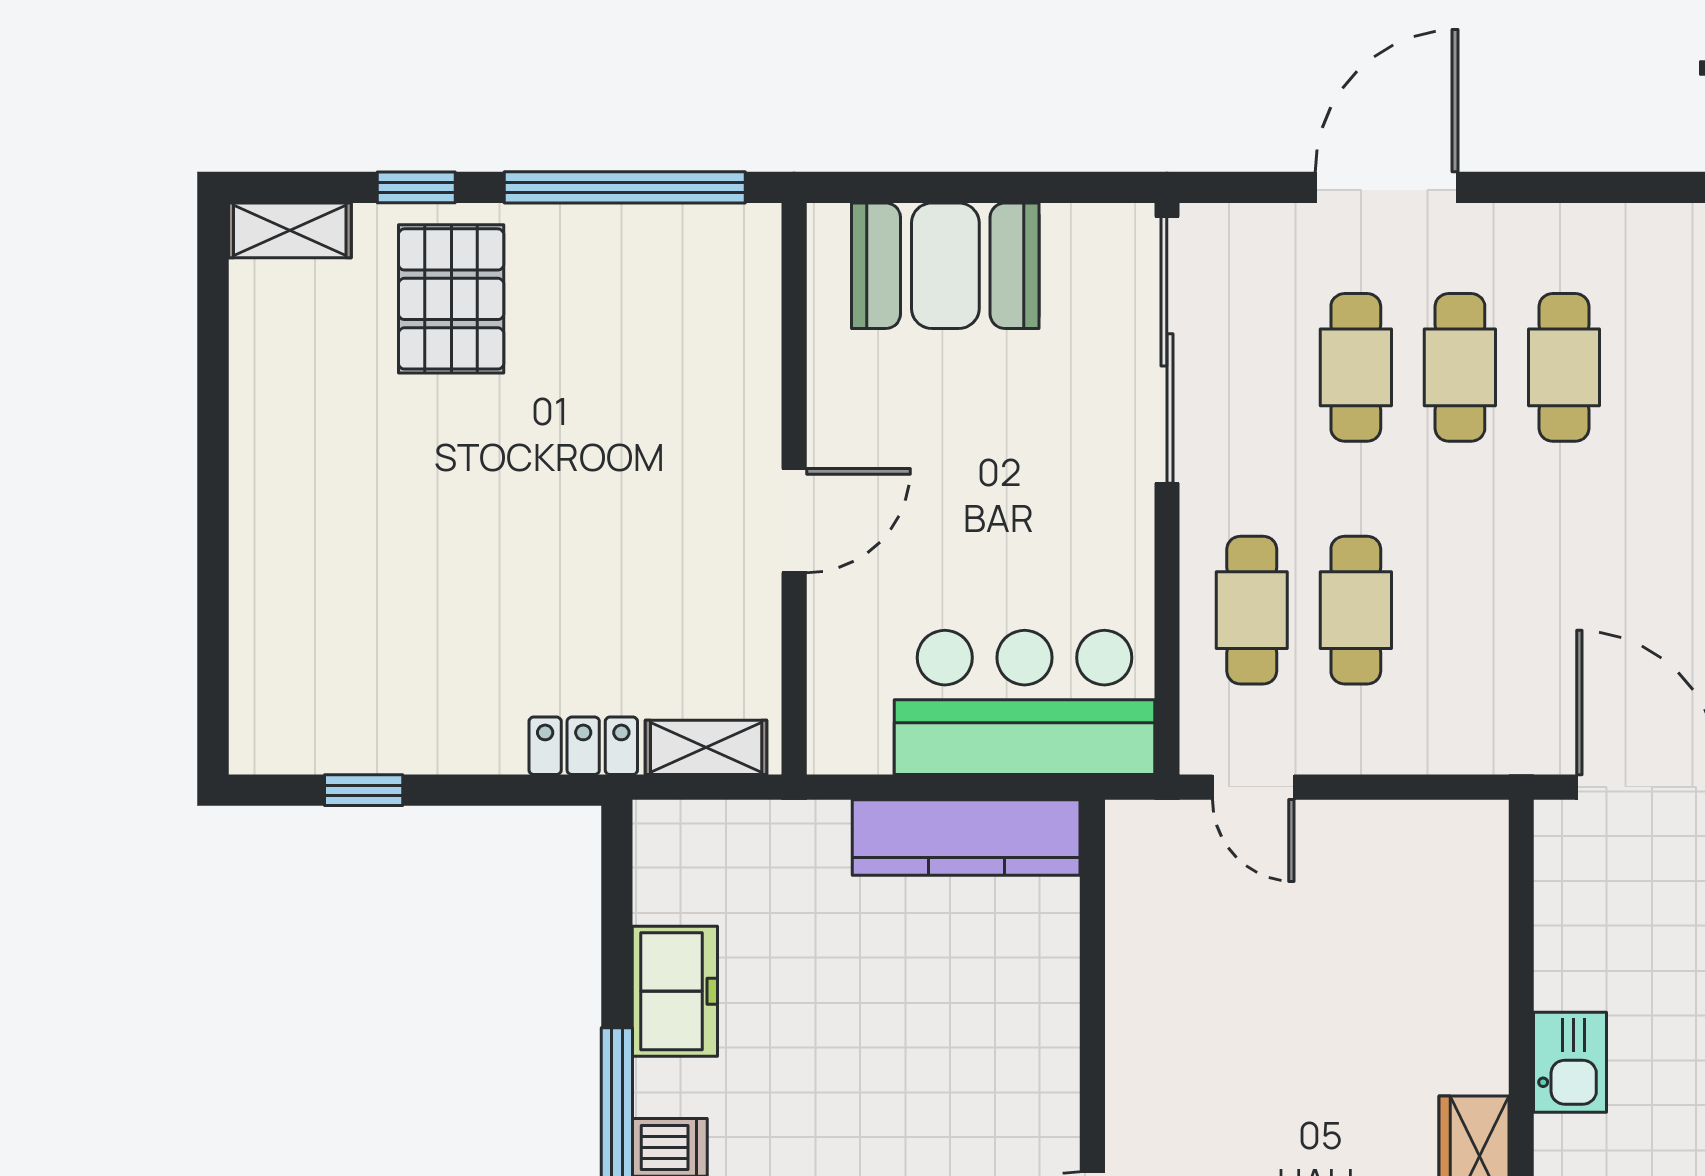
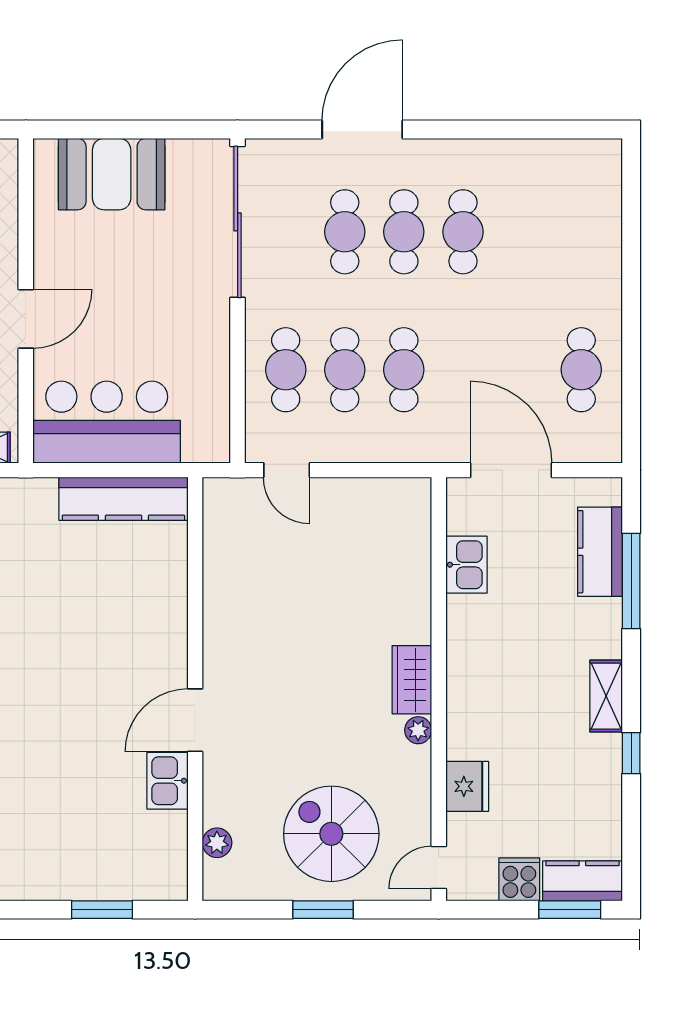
cafe table: (1460, 610) -> (404, 370), added
bar counter: (1025, 702) -> (107, 422), moved
kitchen sink: (1570, 1062) -> (466, 565), moved

